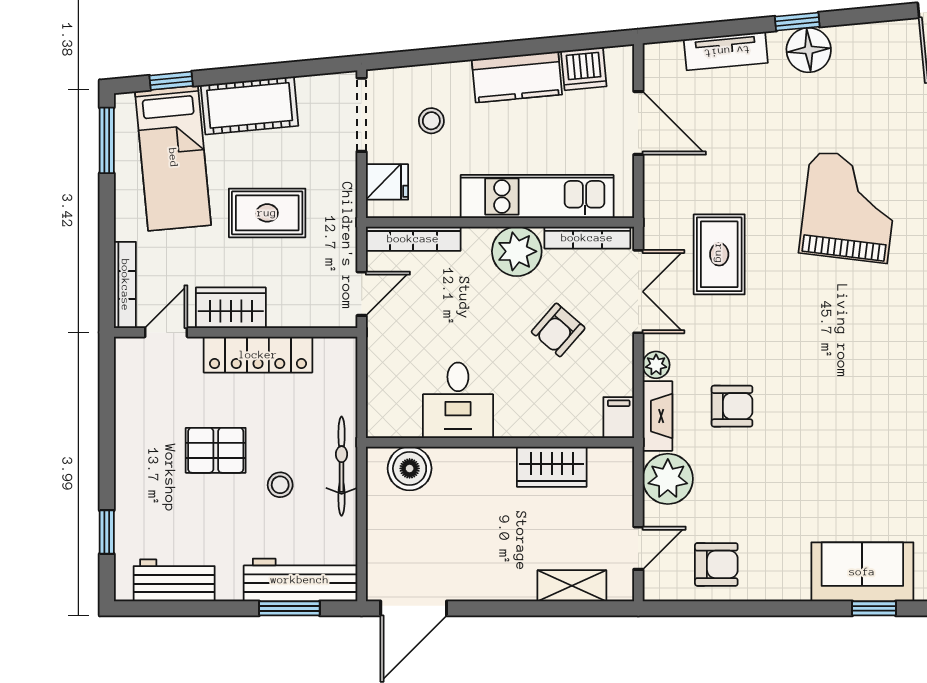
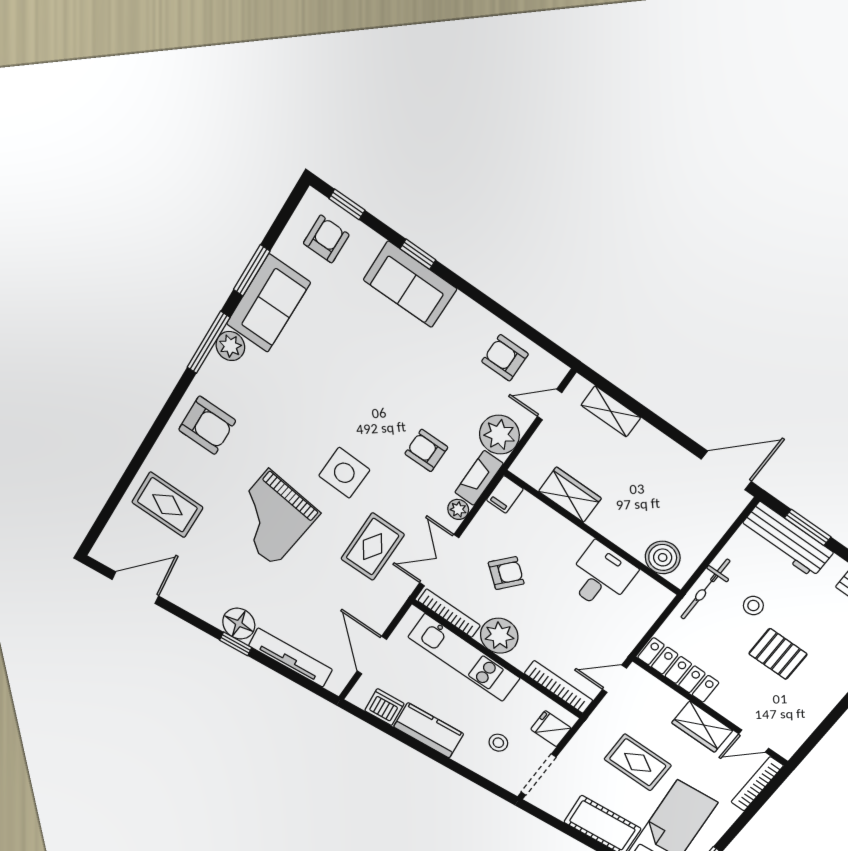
tv unit: (726, 51) -> (290, 658), width x1.41
side table: (802, 318) -> (344, 473), added
locker: (258, 355) -> (678, 670), moved

